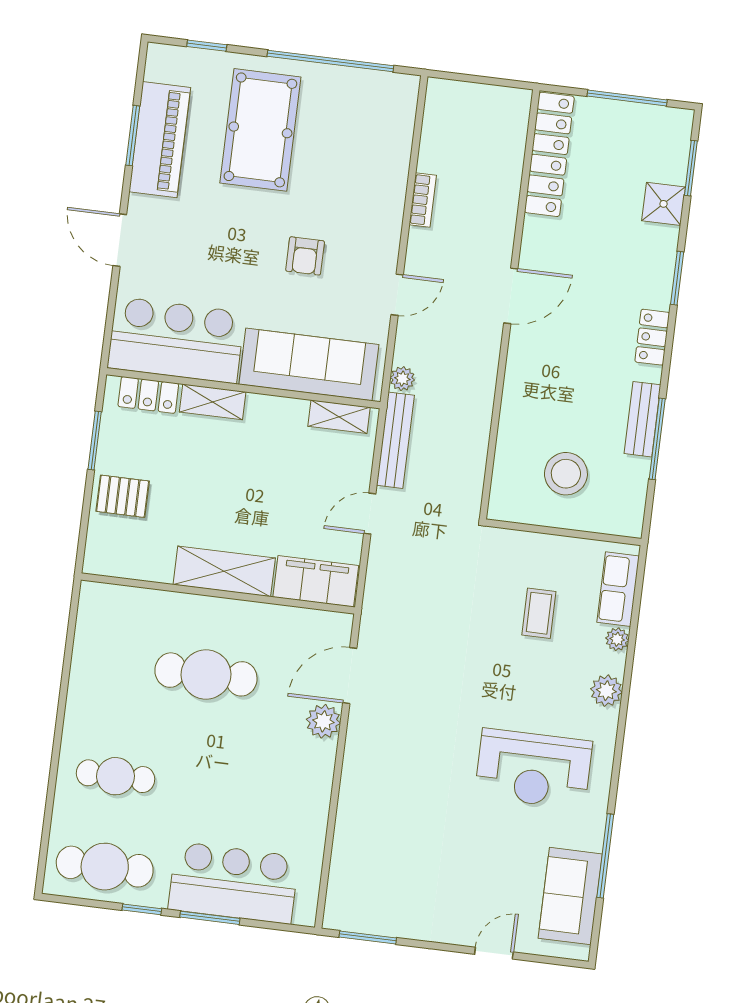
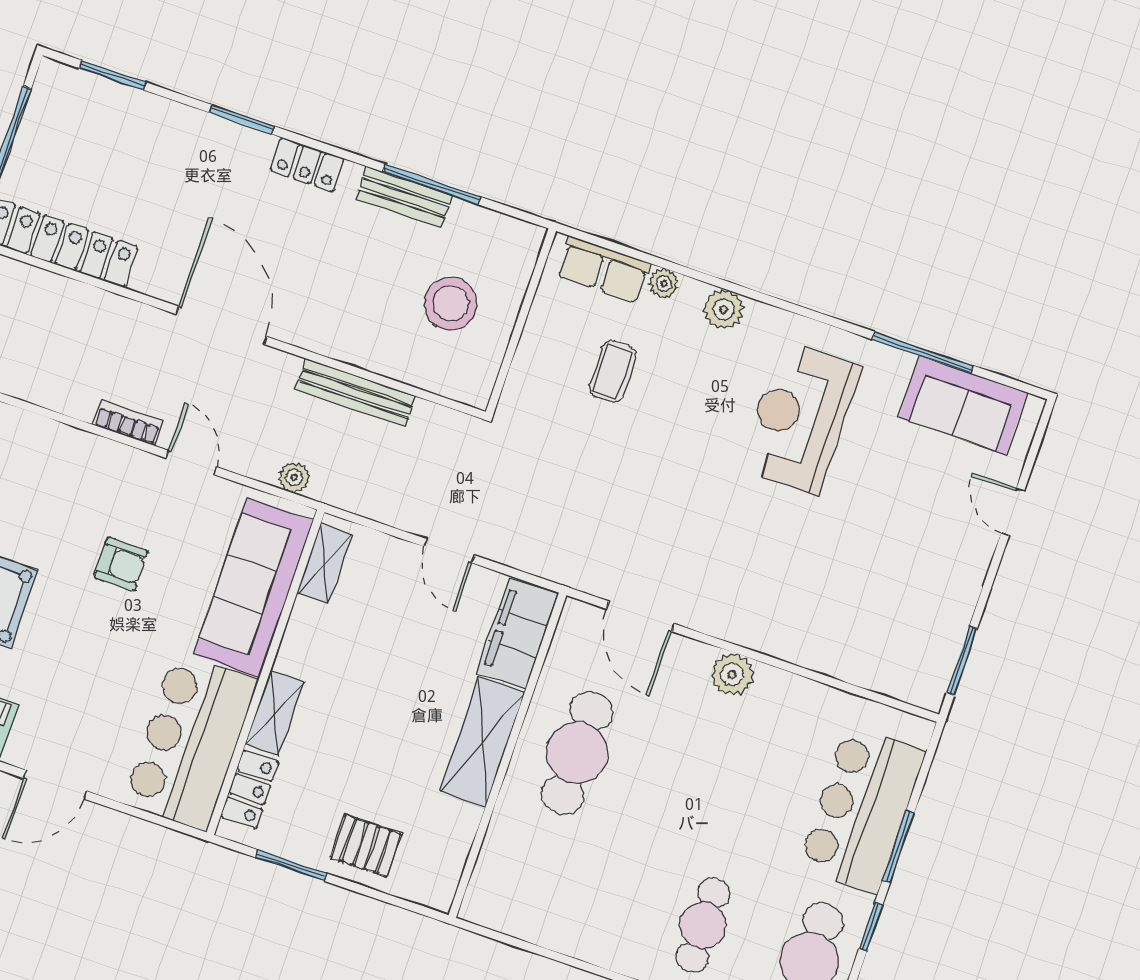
bookcase: (423, 200) -> (128, 423), moved
shower: (664, 204) -> (149, 117), removed
door: (511, 296) -> (221, 325), width x1.36
bench: (395, 440) -> (356, 393), moved
pallet: (123, 496) -> (366, 846), turned 90
coffee table: (539, 613) -> (613, 371), turned 90
cafe table: (206, 674) -> (577, 753), moved
plant: (323, 721) -> (732, 674), moved
reception desk: (533, 769) -> (800, 417), turned 180

